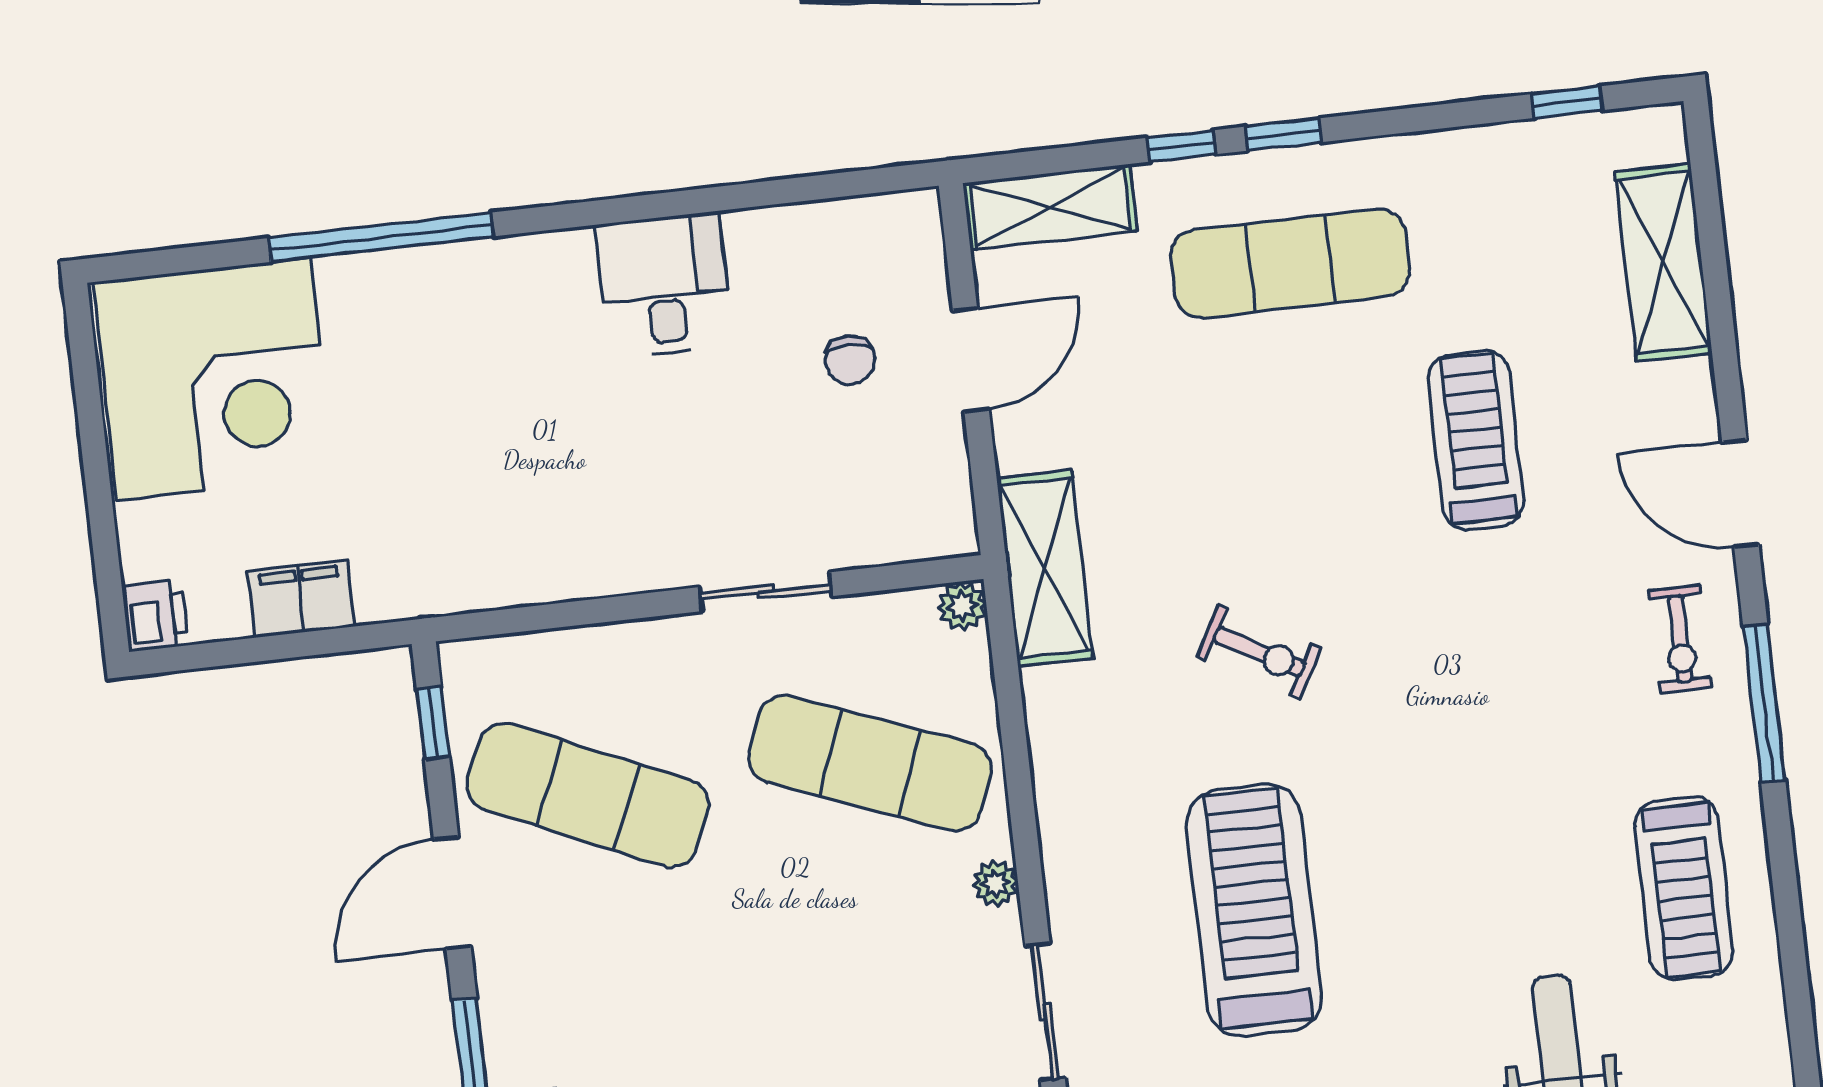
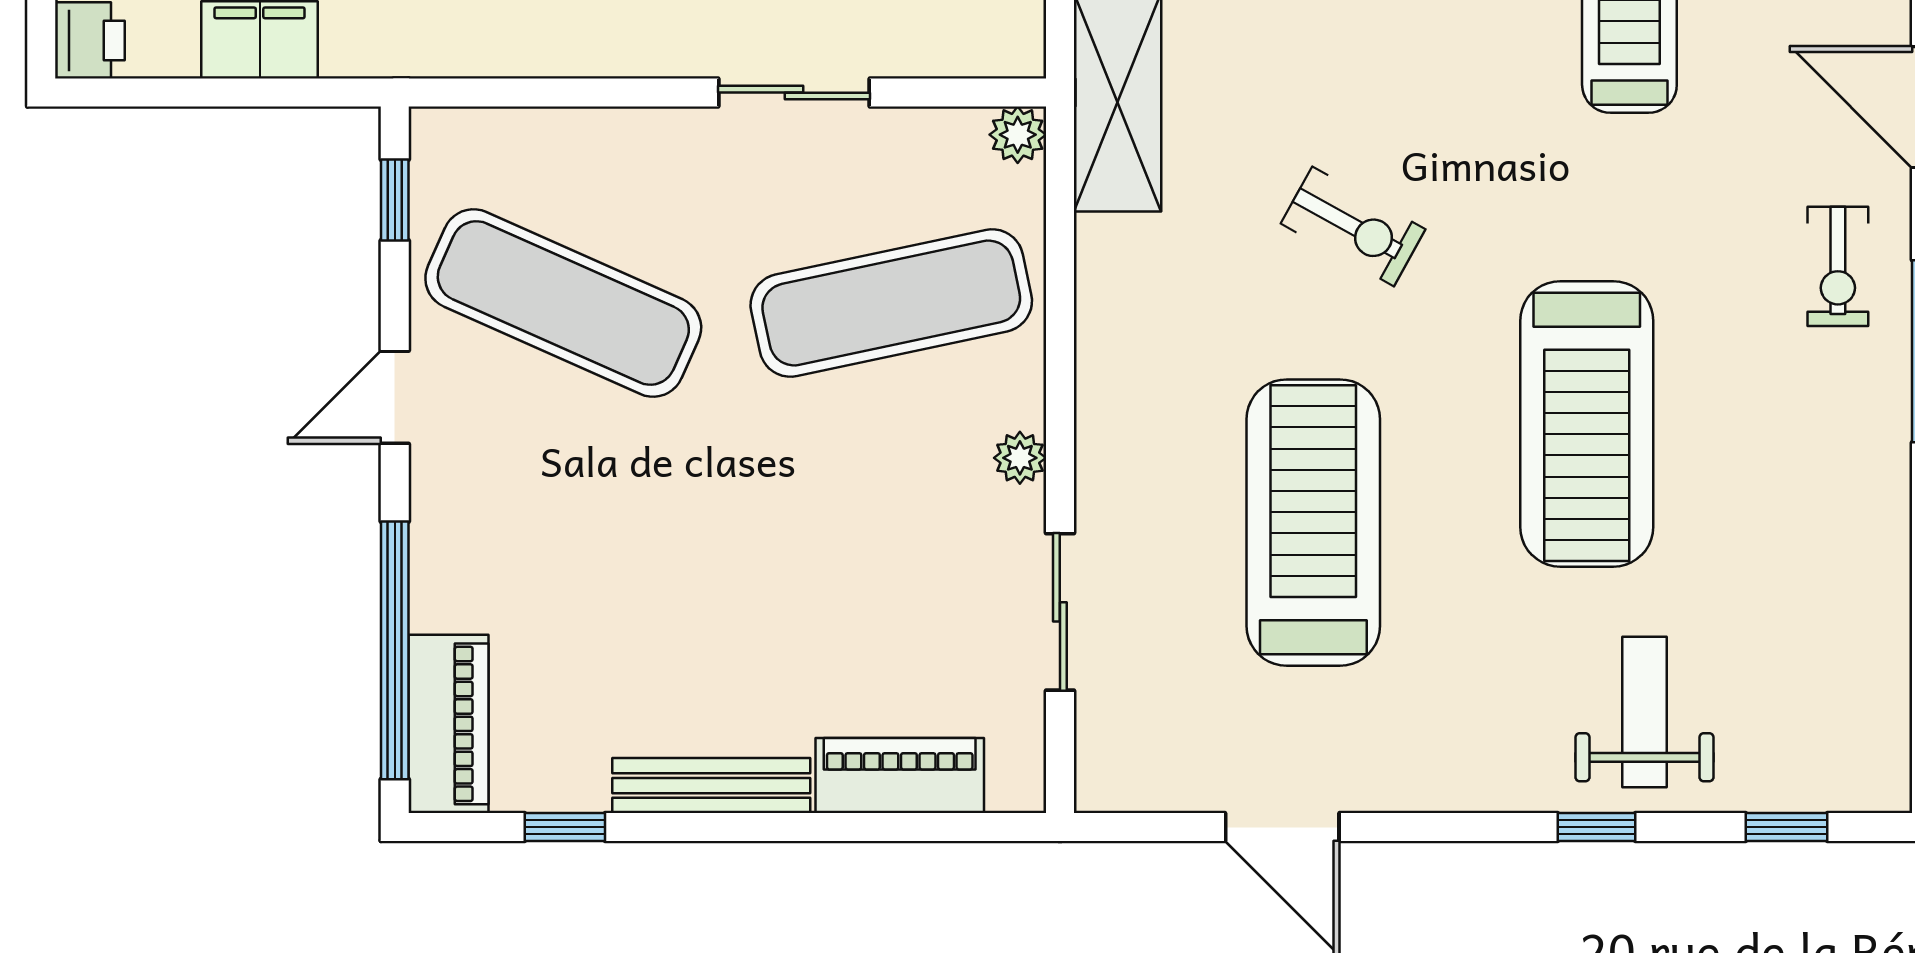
exercise mat: (870, 763) -> (891, 303), turned -33
treadmill: (1684, 888) -> (1587, 424), moved, width x1.37, depth x1.38
door: (452, 893) -> (395, 397), width x0.73

